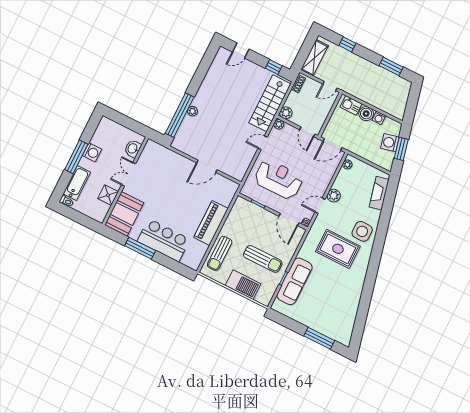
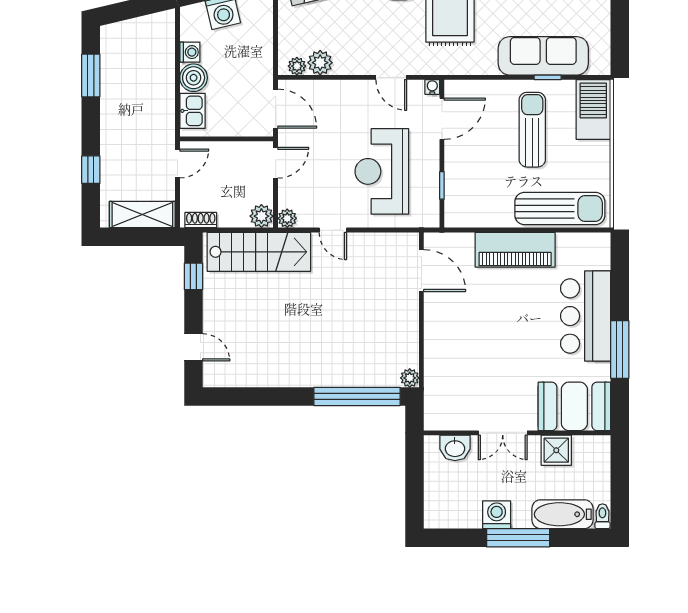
door: (330, 86) -> (177, 164), hinge flipped
plant: (192, 111) -> (410, 378), moved
door: (207, 166) -> (421, 271), moved
plant: (334, 196) -> (320, 63), moved
sun lounger: (220, 253) -> (560, 209), width x1.36, depth x1.34
barbecue: (243, 285) -> (593, 109), moved

